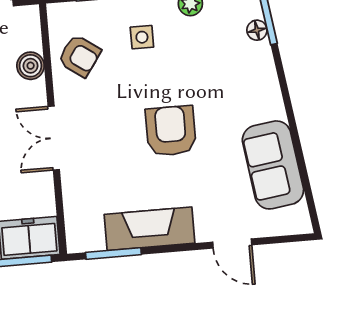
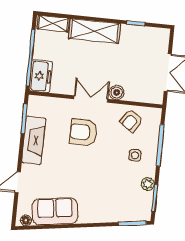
floor lamp: (257, 30) -> (26, 220), moved
boiler: (31, 66) -> (117, 92), moved
armchair: (171, 131) -> (83, 132), moved, turned 180

